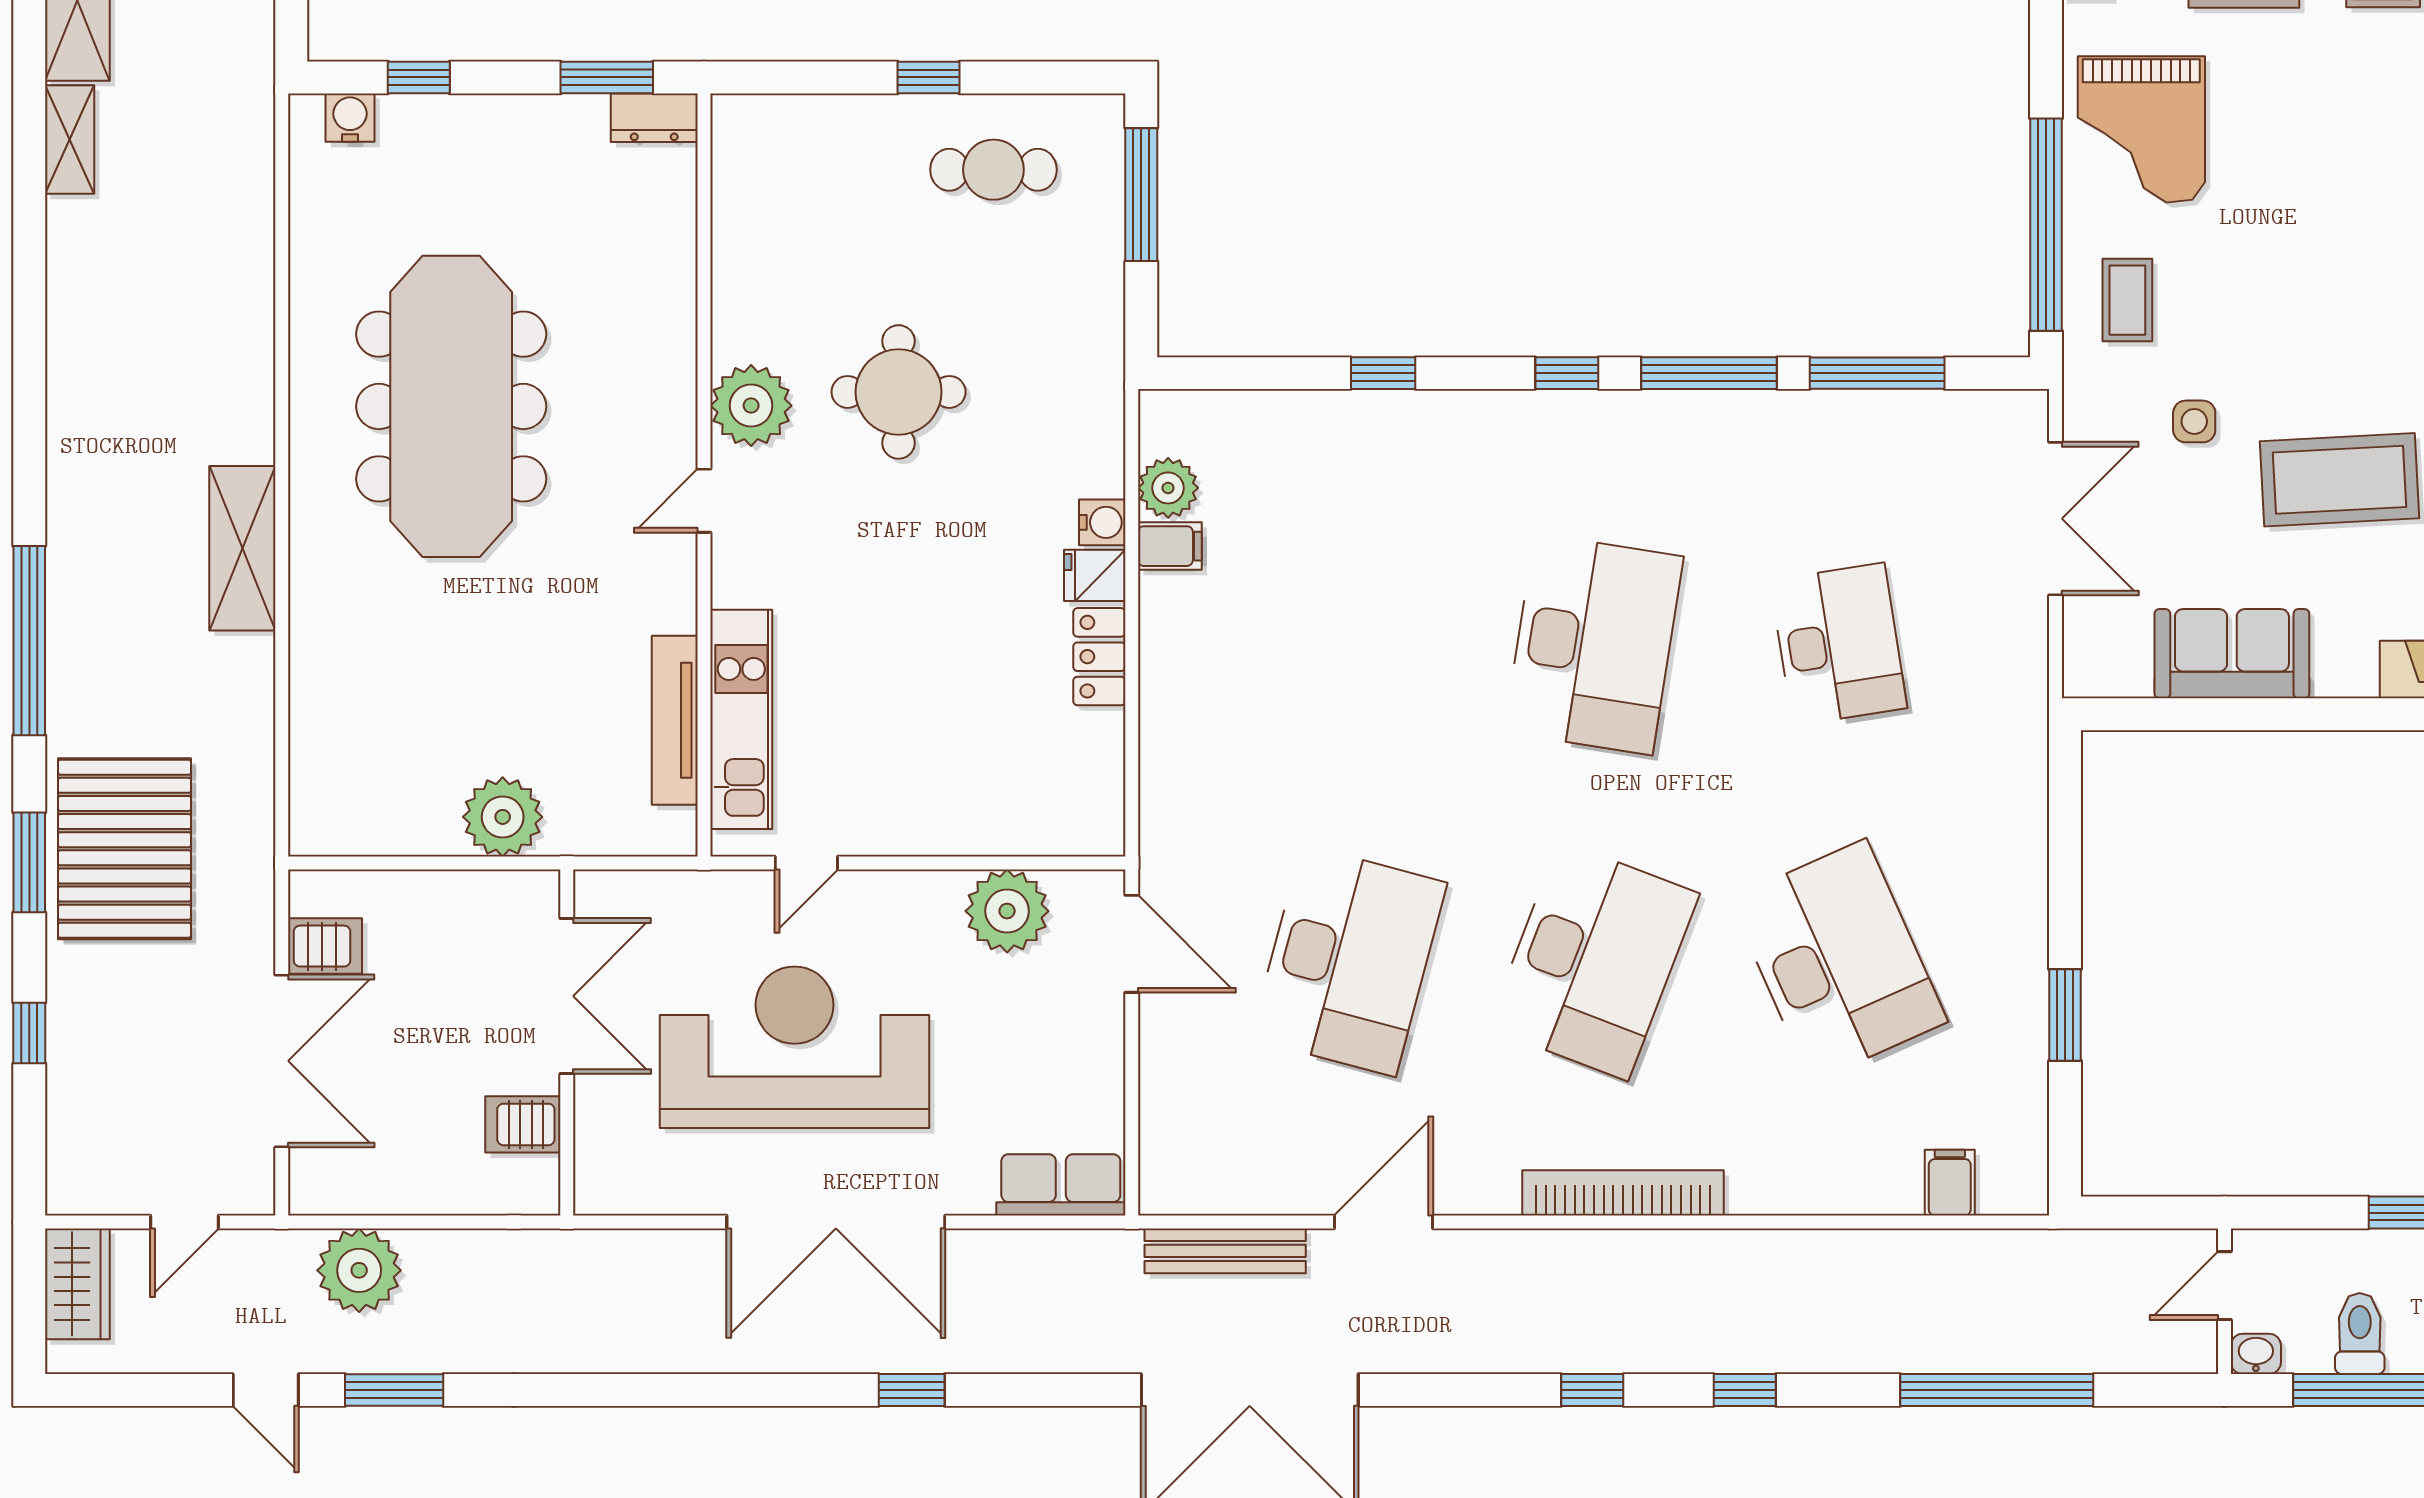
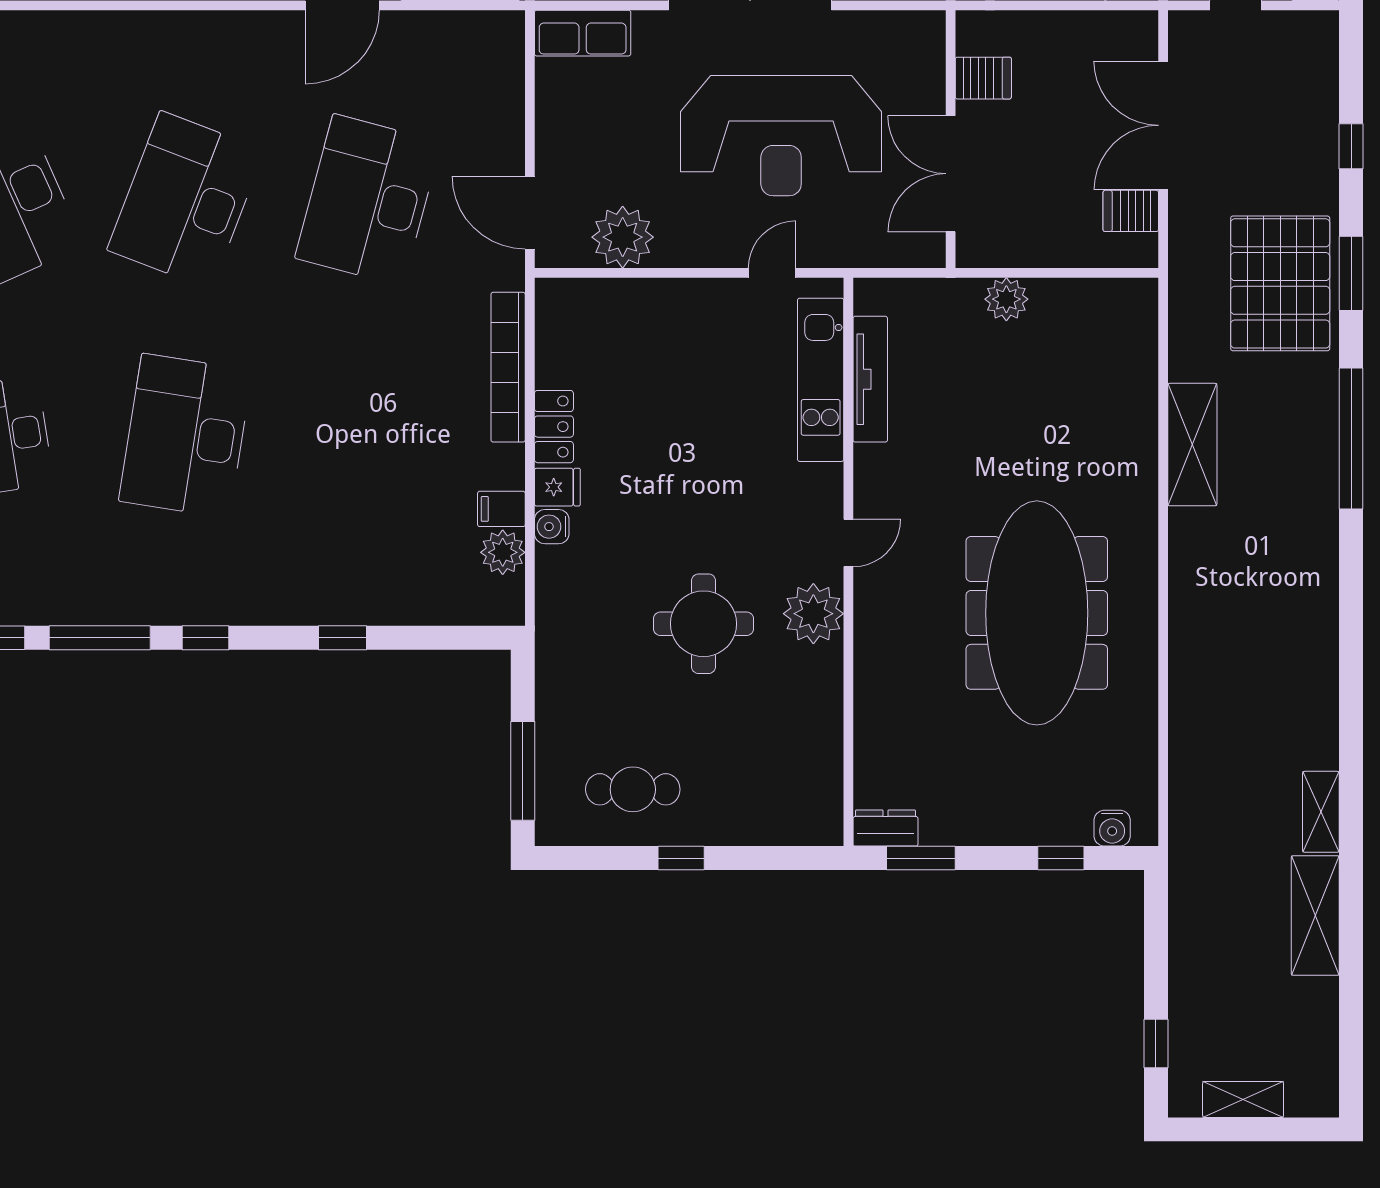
shelving: (242, 548) -> (1192, 445), moved
plant: (503, 817) -> (1006, 299), width x0.73, depth x0.73
bookcase: (1623, 1193) -> (508, 367), moved, turned 90

